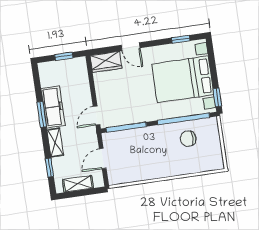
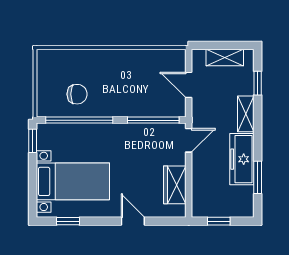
wardrobe: (106, 62) -> (175, 185), moved, turned -90
bed with nightstands: (183, 79) -> (73, 181), width x0.73
window: (42, 114) -> (258, 177), moved
door: (103, 158) -> (189, 85), swing flipped

